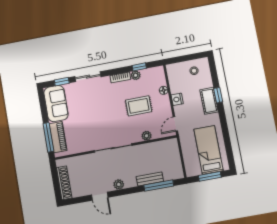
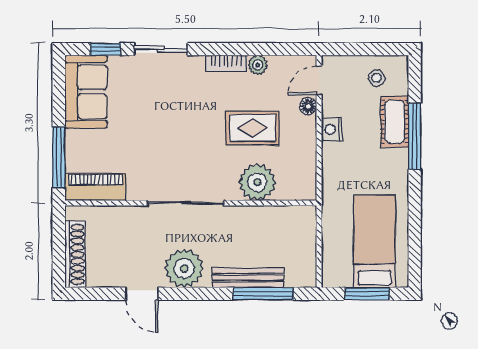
window: (139, 67) -> (268, 49), removed
window: (218, 95) -> (415, 136), width x2.17
cot: (209, 101) -> (395, 122), moved
door: (175, 124) -> (319, 80), moved
plant: (147, 136) -> (257, 182), width x1.88, depth x1.88
piano: (58, 137) -> (95, 187), moved, turned -90
bench: (150, 179) -> (248, 278), width x1.36
plant: (119, 184) -> (184, 268), width x1.88, depth x1.88

